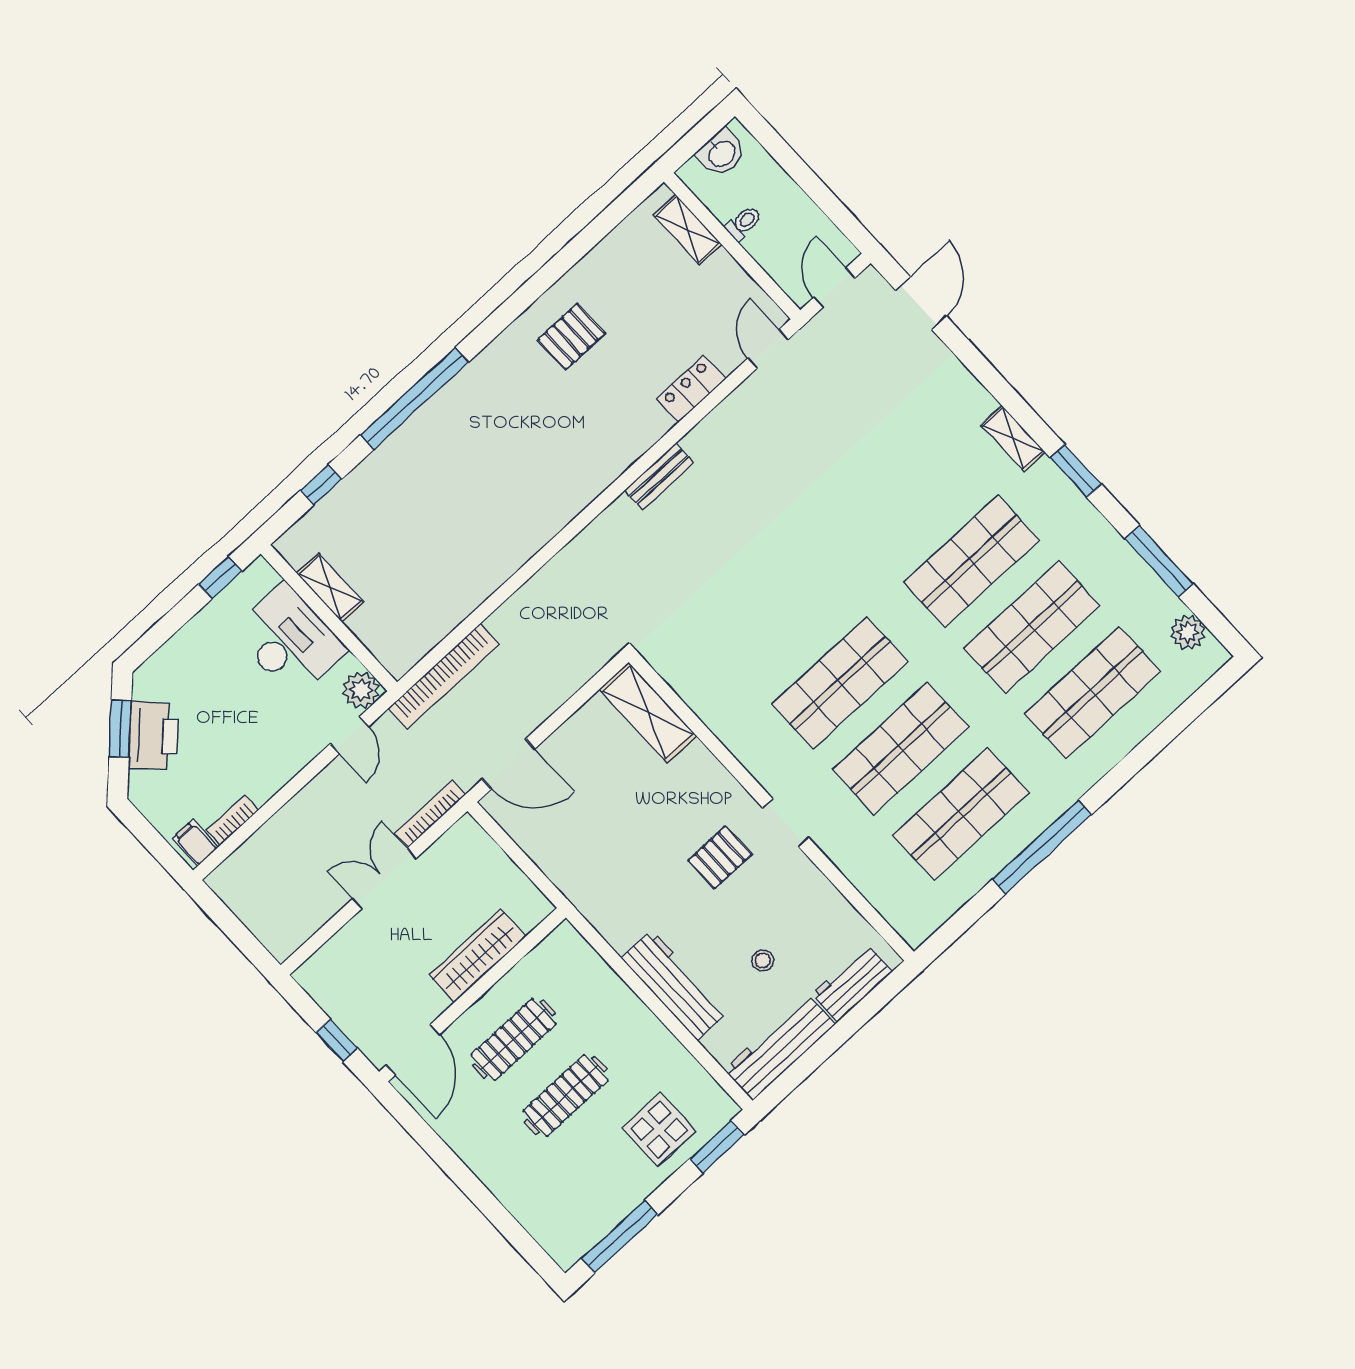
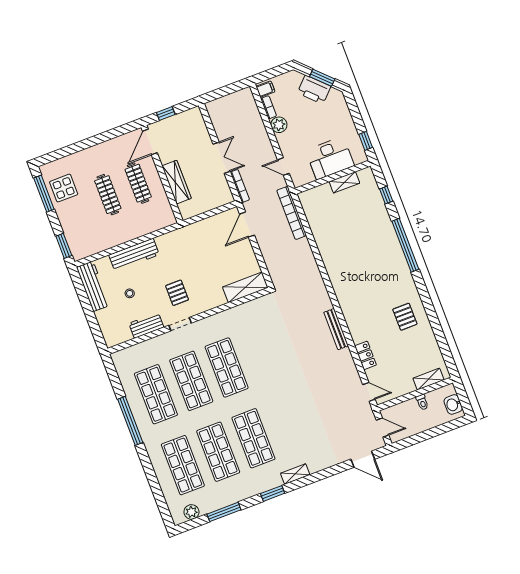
bench: (659, 476) -> (336, 329), width x1.36
plant: (361, 690) -> (279, 125), moved
workbench: (852, 983) -> (146, 325), moved, turned -90
door: (413, 1050) -> (150, 142), hinge flipped
display table: (659, 1130) -> (64, 188), moved

